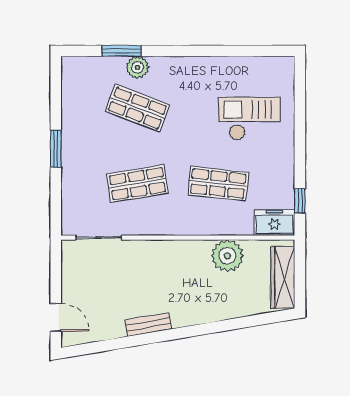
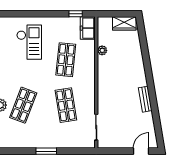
checkout: (249, 118) -> (29, 42), turned 180
plant: (227, 256) -> (102, 50), width x0.53, depth x0.53
wardrobe: (283, 277) -> (124, 23), width x0.67

